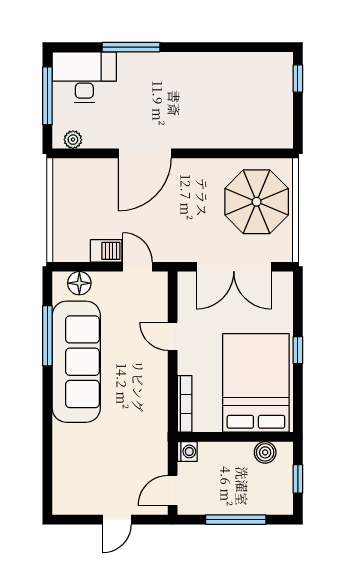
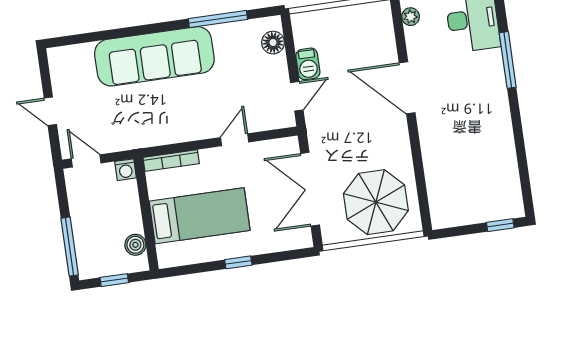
sofa: (76, 362) -> (154, 56), moved
bed: (256, 383) -> (200, 216), width x0.67
window: (236, 520) -> (70, 247), moved

